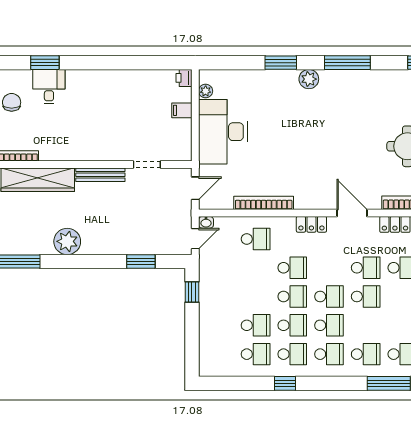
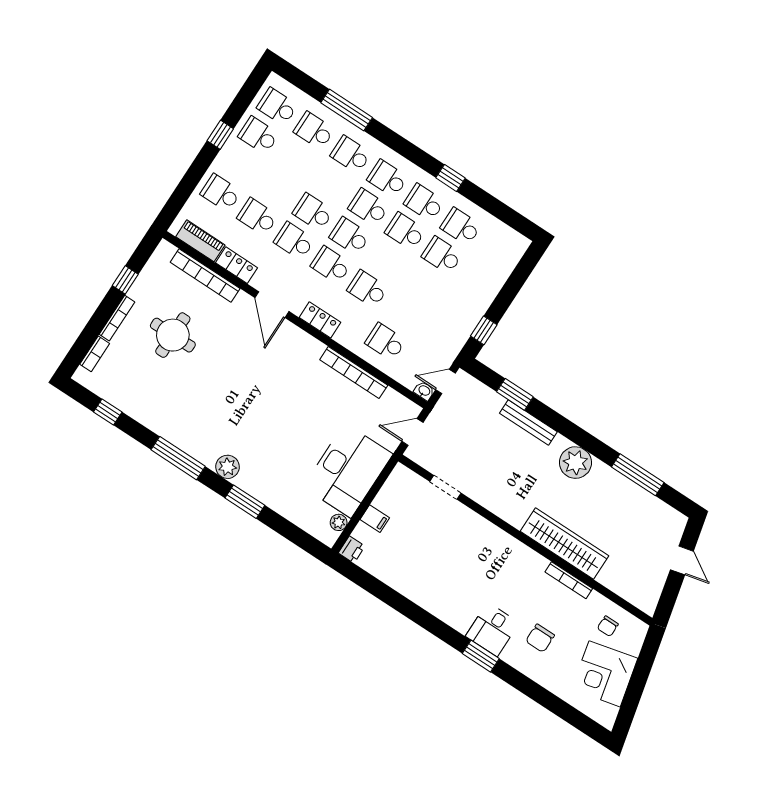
bench: (100, 175) -> (528, 422), moved
school desk: (292, 297) -> (331, 265), moved

